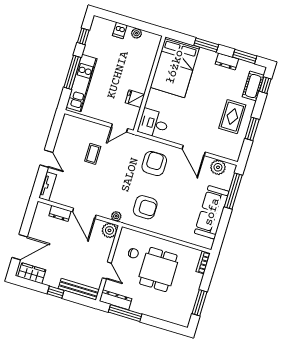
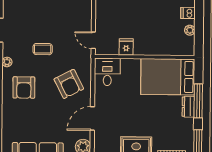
window: (206, 45) -> (198, 101), width x1.44
dresser: (227, 61) -> (188, 107), moved
coffee table: (93, 154) -> (43, 49), moved
armchair: (154, 163) -> (69, 84), turned 63

